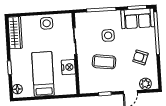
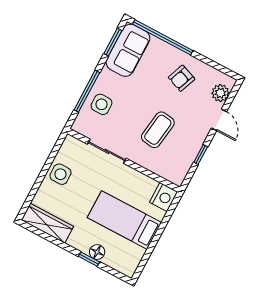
side table: (108, 35) -> (101, 104), moved
nightstand: (68, 67) -> (164, 197), moved, turned 90
floor lamp: (17, 89) -> (97, 252), moved

